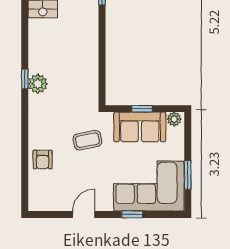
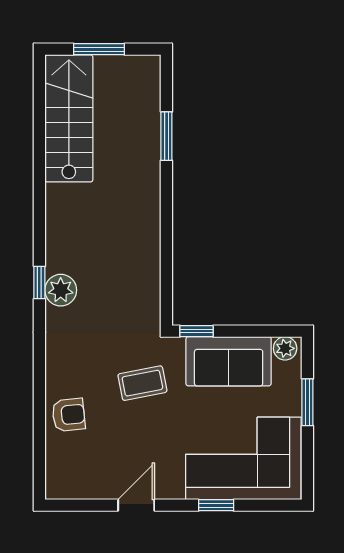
window: (142, 109) -> (196, 331), moved
armchair: (43, 160) -> (69, 415), turned -96
window: (188, 175) -> (307, 402), moved

